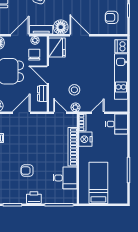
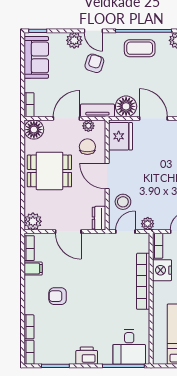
stool: (74, 90) -> (123, 202), moved
dresser: (42, 94) -> (99, 218), moved
door: (21, 113) -> (68, 232), swing flipped
door: (60, 113) -> (125, 232), hinge flipped
armchair: (27, 171) -> (58, 296), moved
desk: (65, 178) -> (129, 347), moved, turned 90

